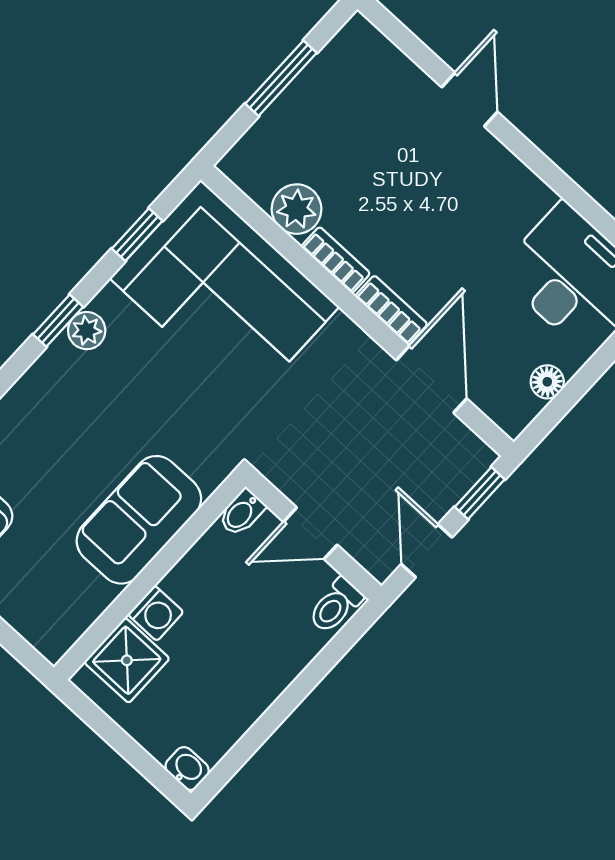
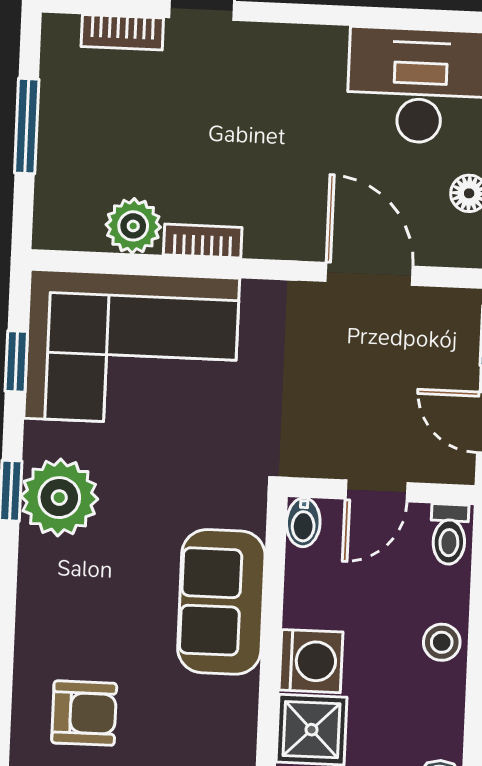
bookcase: (391, 310) -> (122, 32), moved, turned 180
plant: (87, 331) -> (59, 498), width x1.88, depth x1.88
washing machine: (156, 613) -> (311, 661), width x1.38, depth x1.38
stool: (267, 676) -> (442, 642), added

